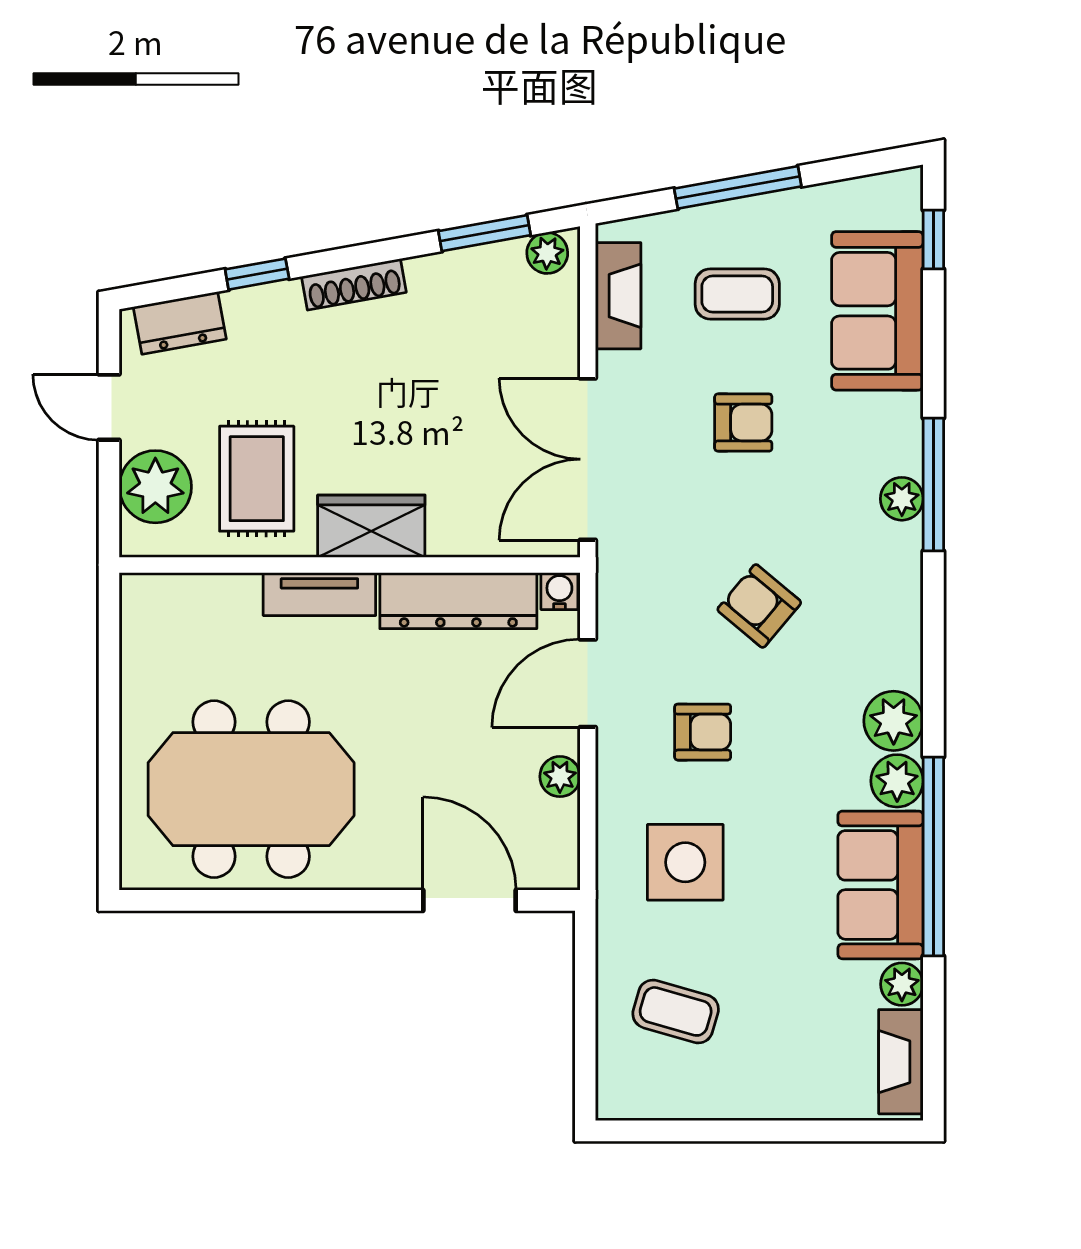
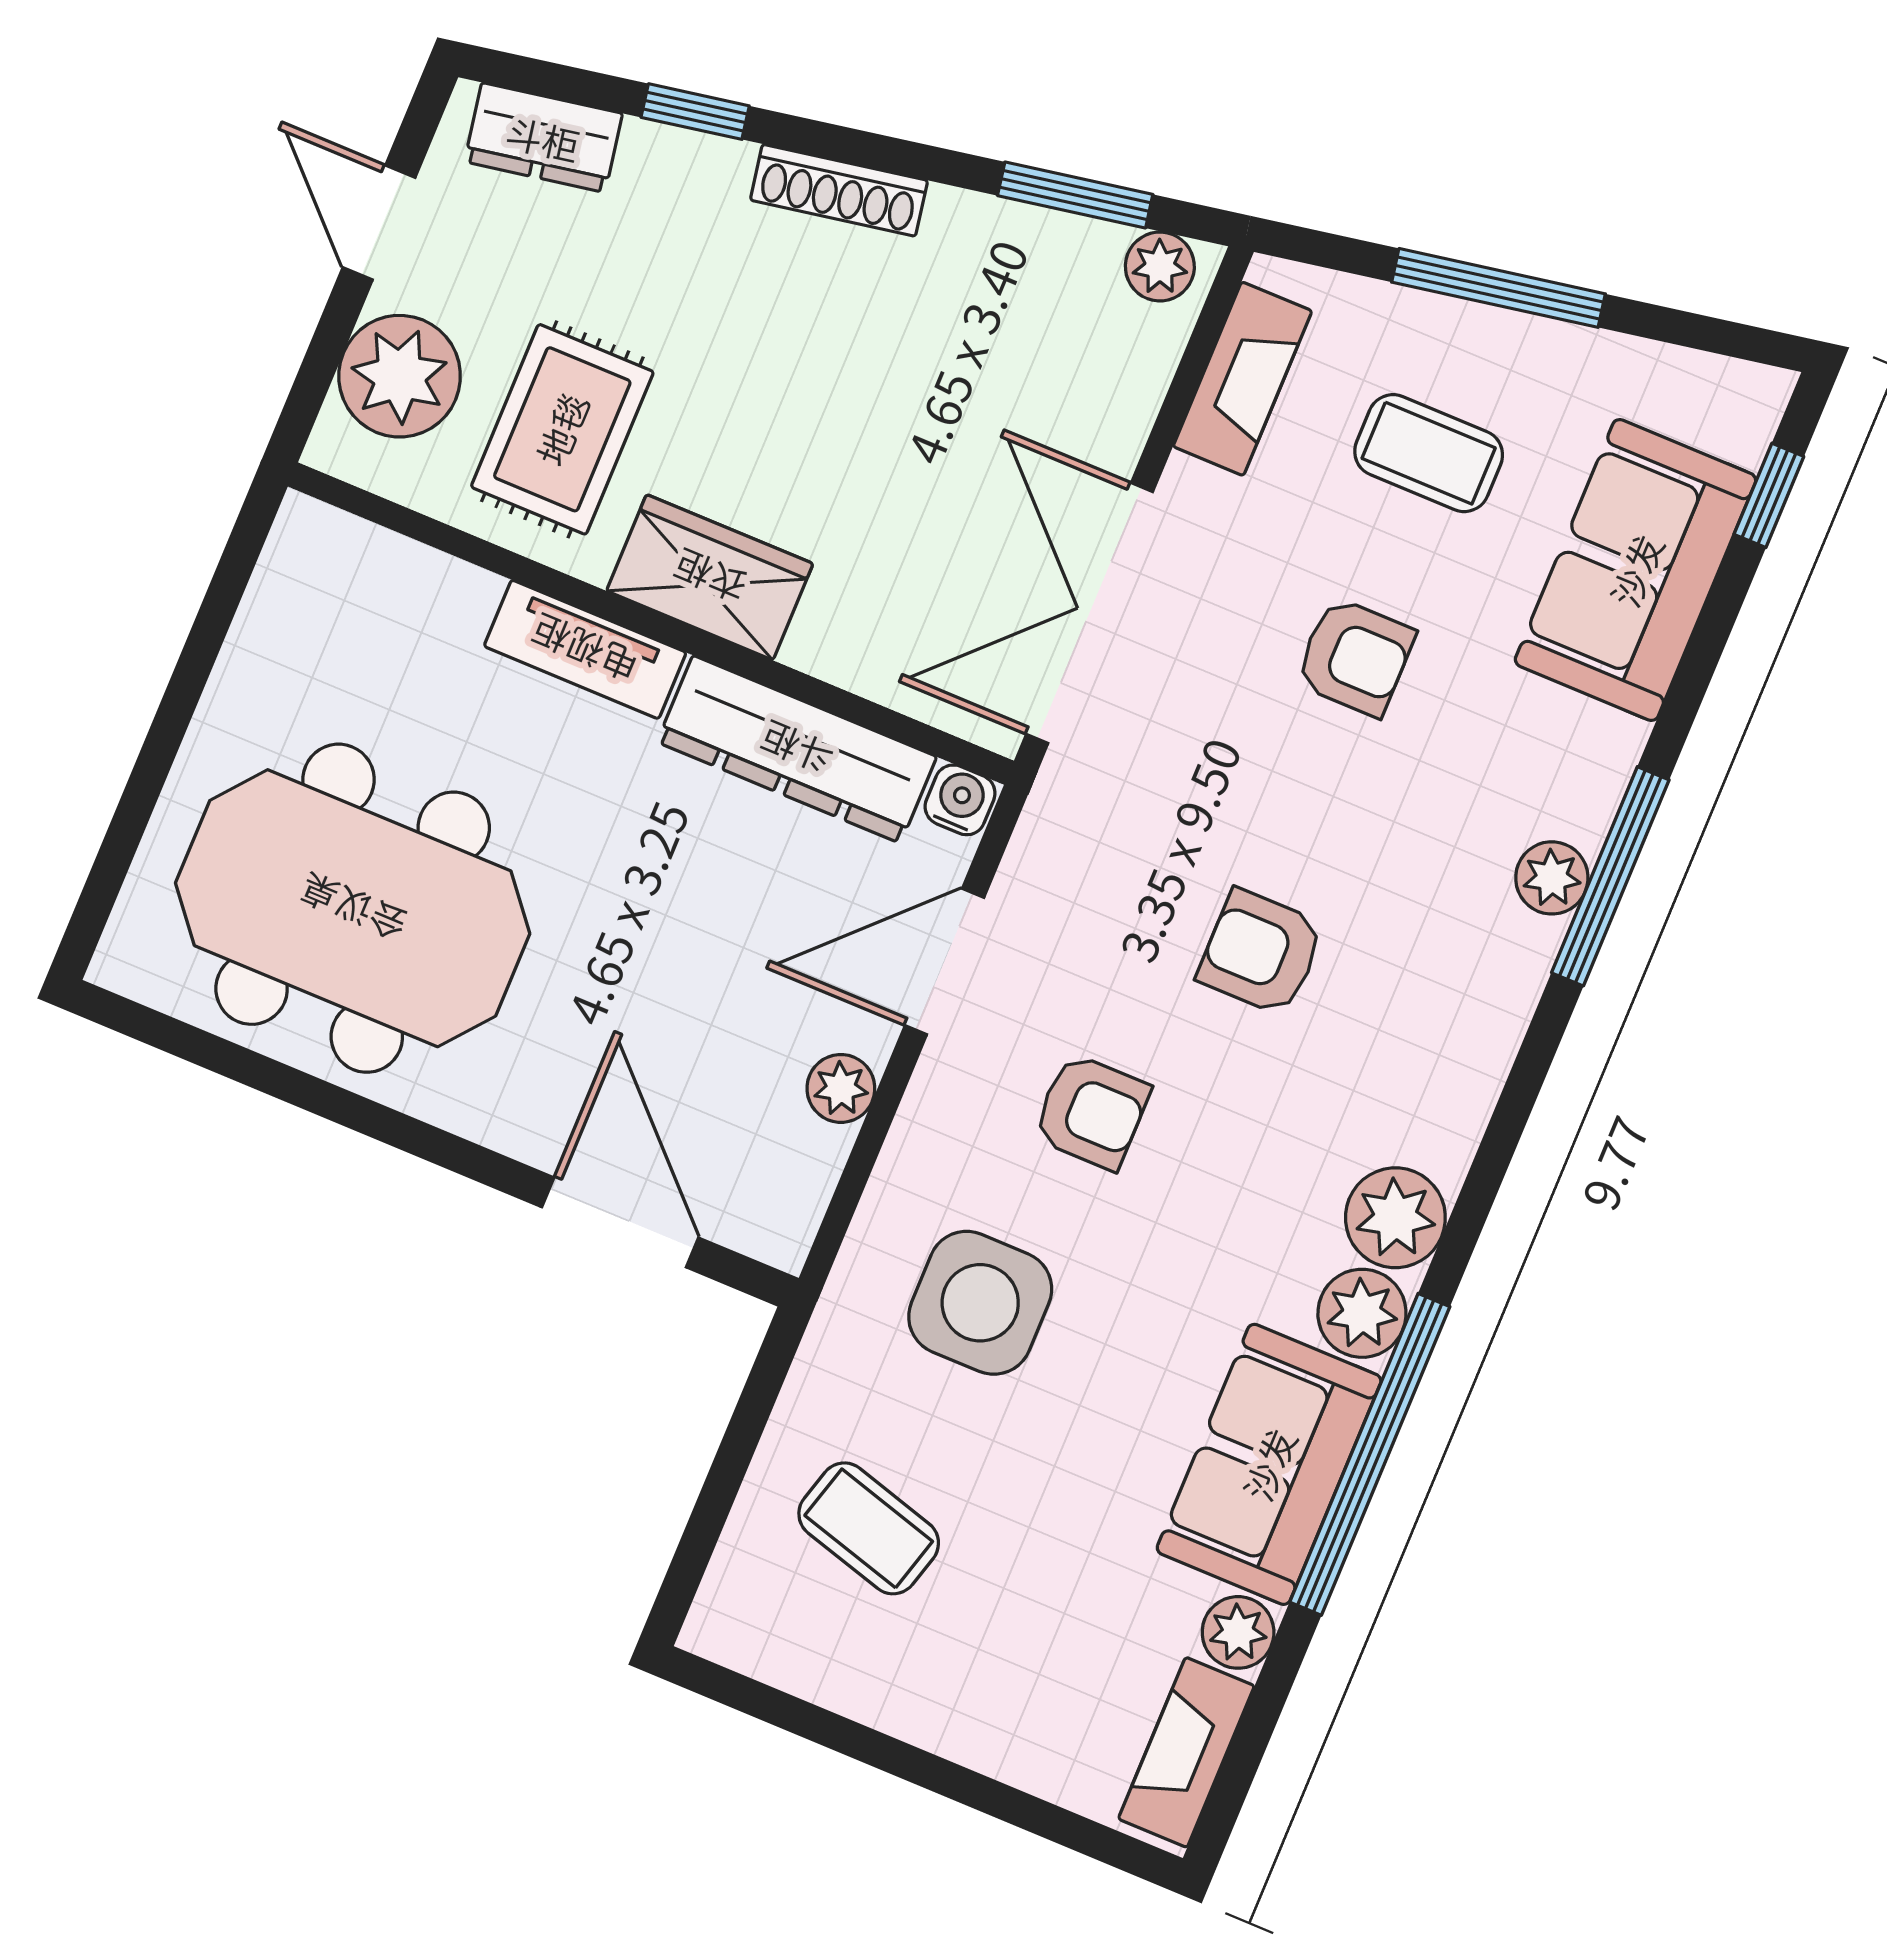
armchair: (759, 606) -> (1261, 952), turned -40

